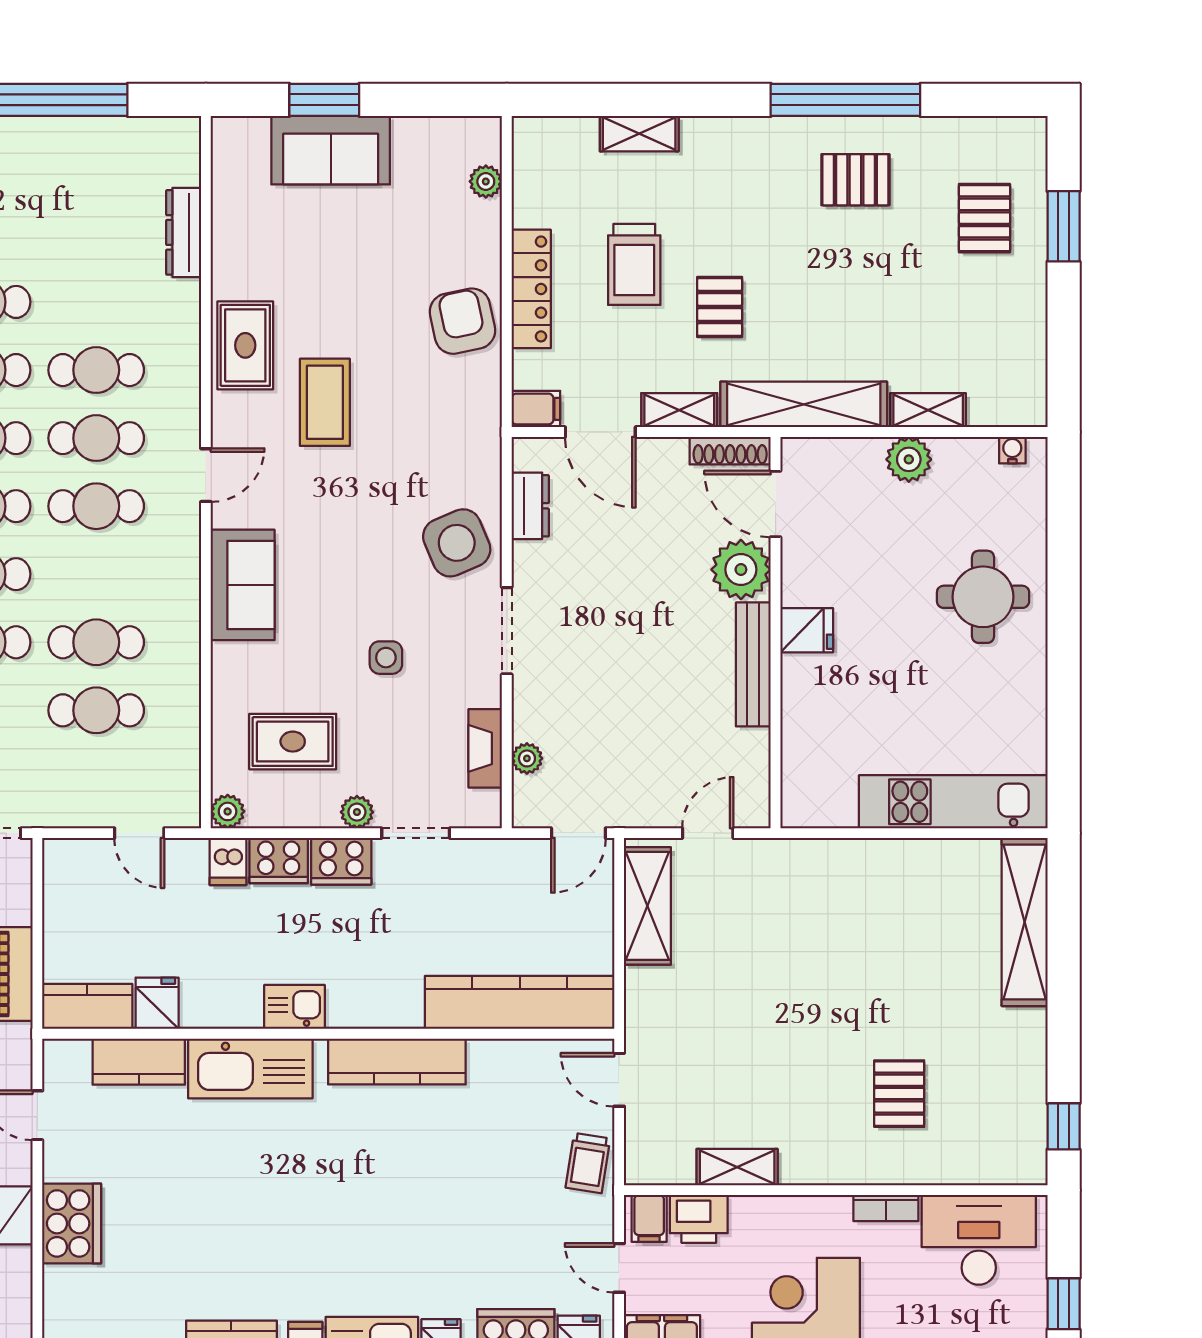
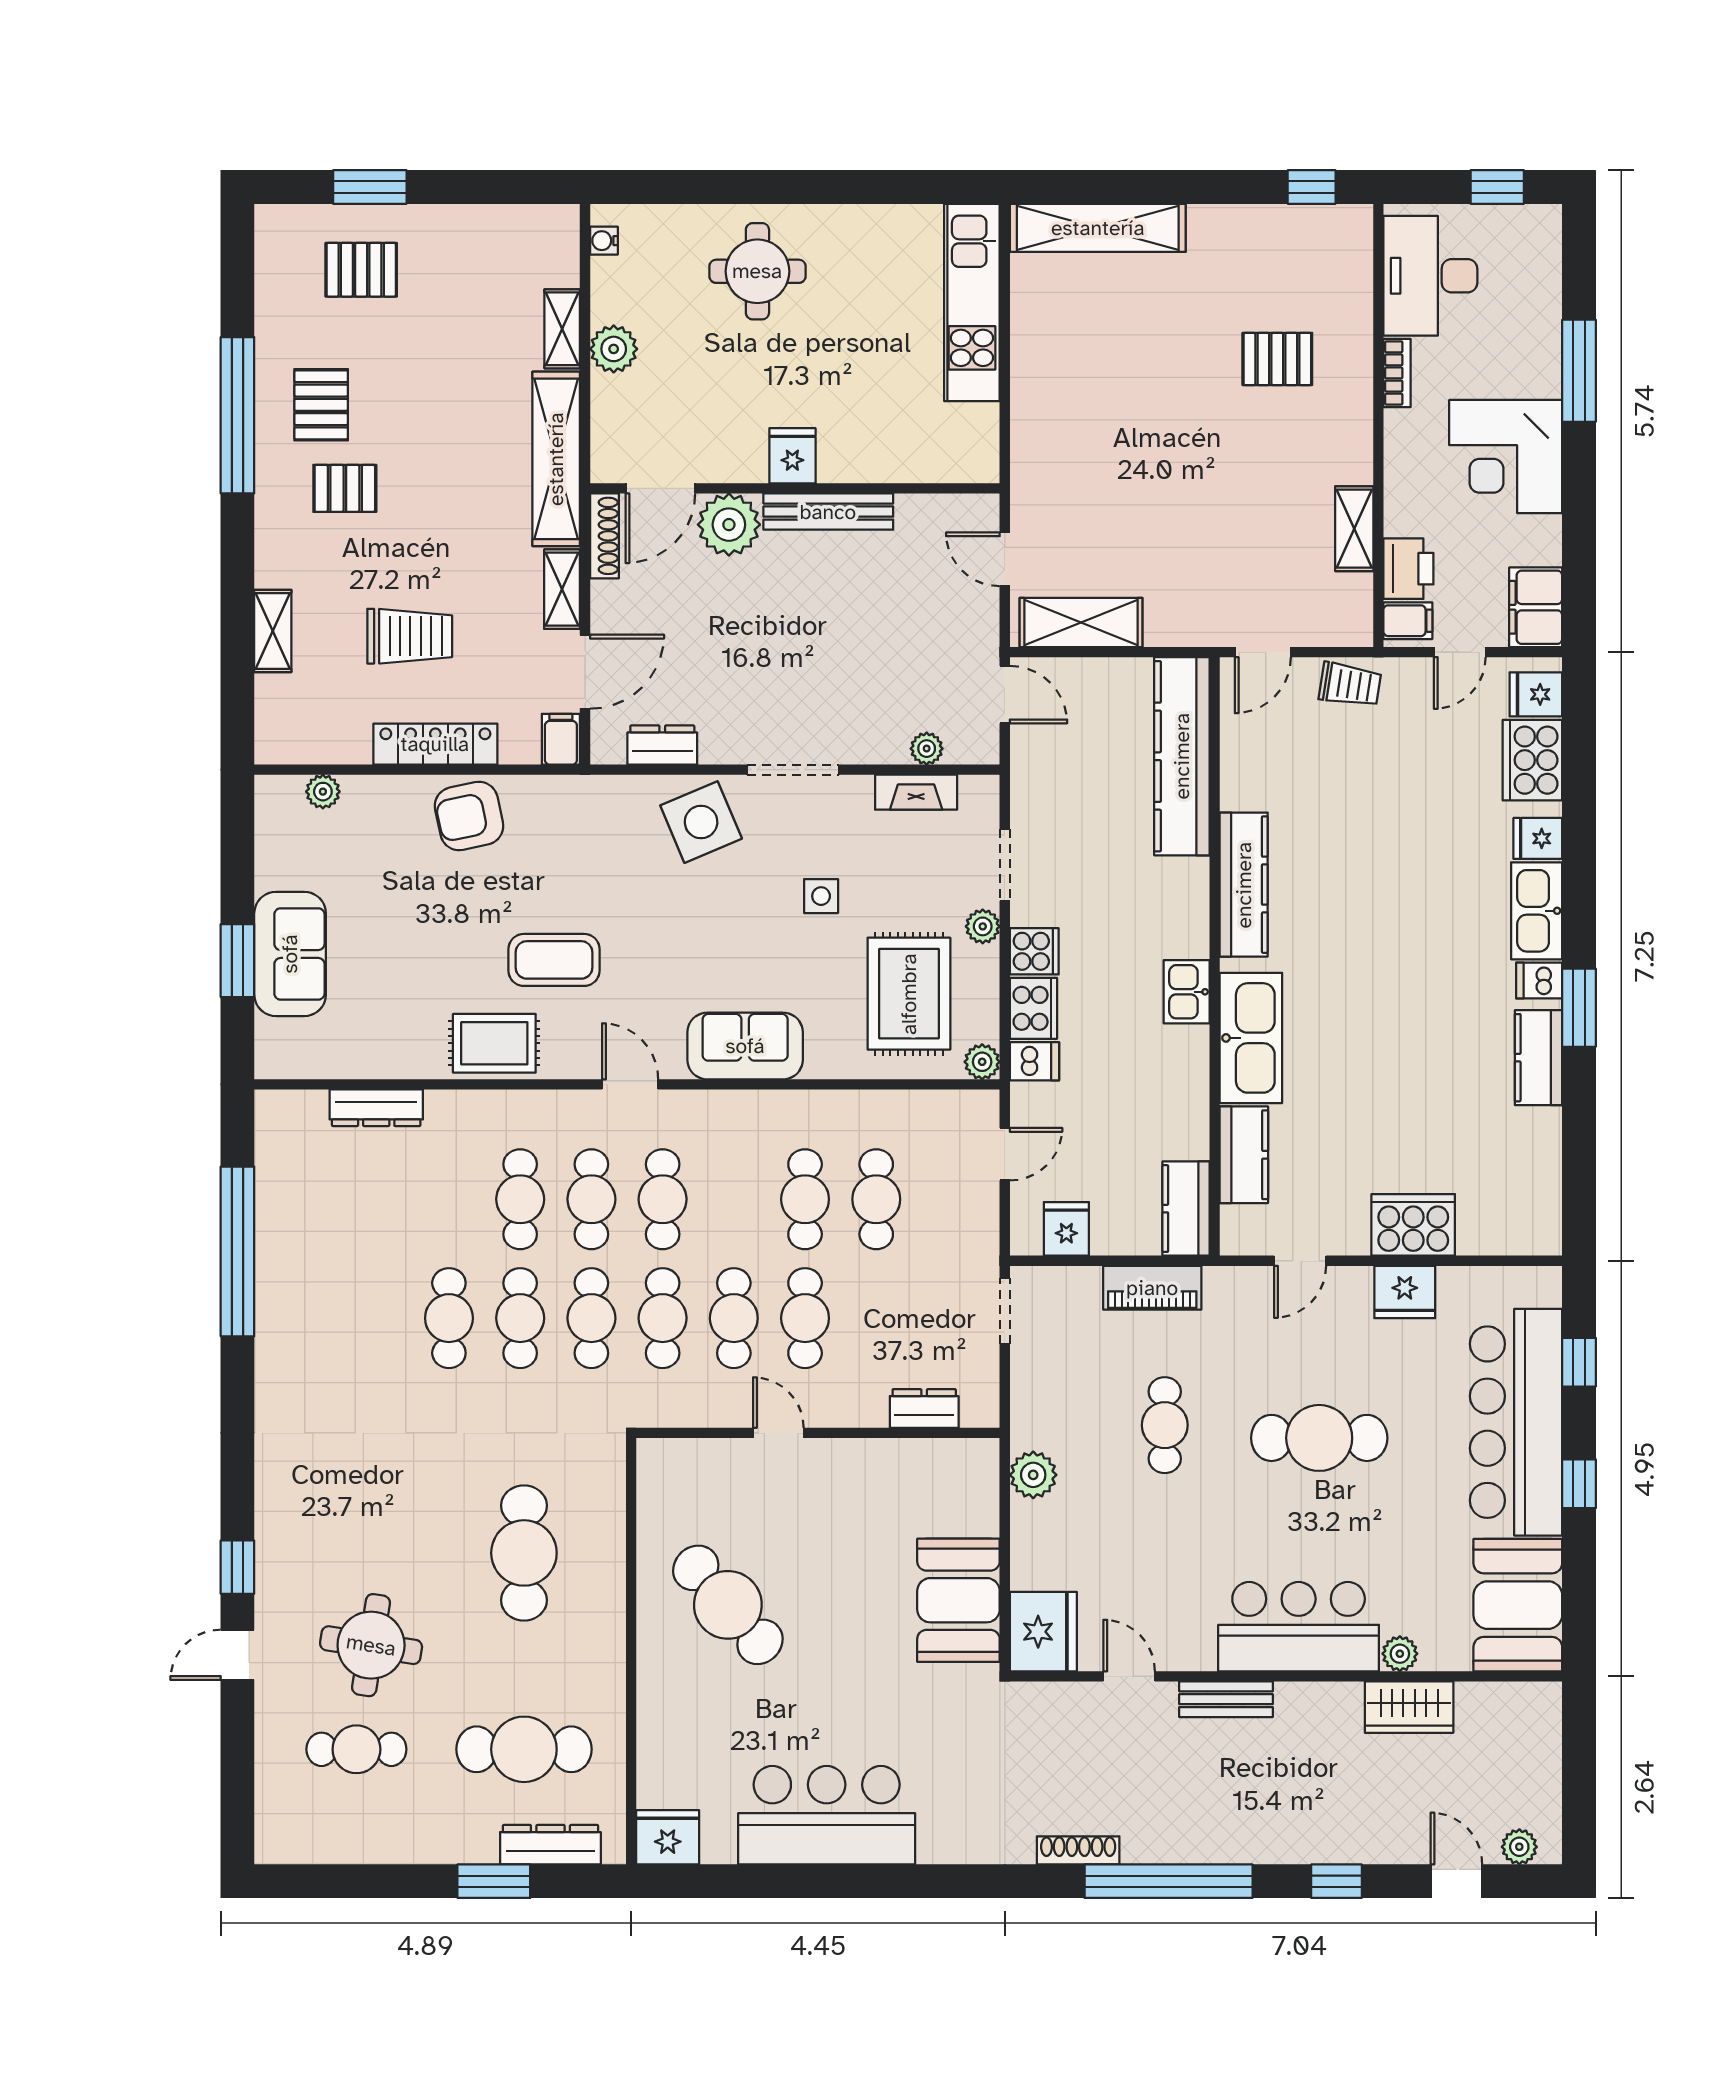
pallet: (720, 307) -> (345, 488), moved
rug: (293, 742) -> (909, 994), width x1.36, depth x1.43
cooker: (341, 861) -> (1034, 951), width x0.73
fridge: (157, 1003) -> (1066, 1229), moved, turned 90

